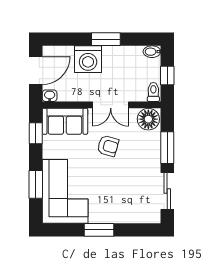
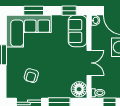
double door: (111, 105) -> (89, 63), swing flipped
armchair: (108, 146) -> (31, 76), moved

